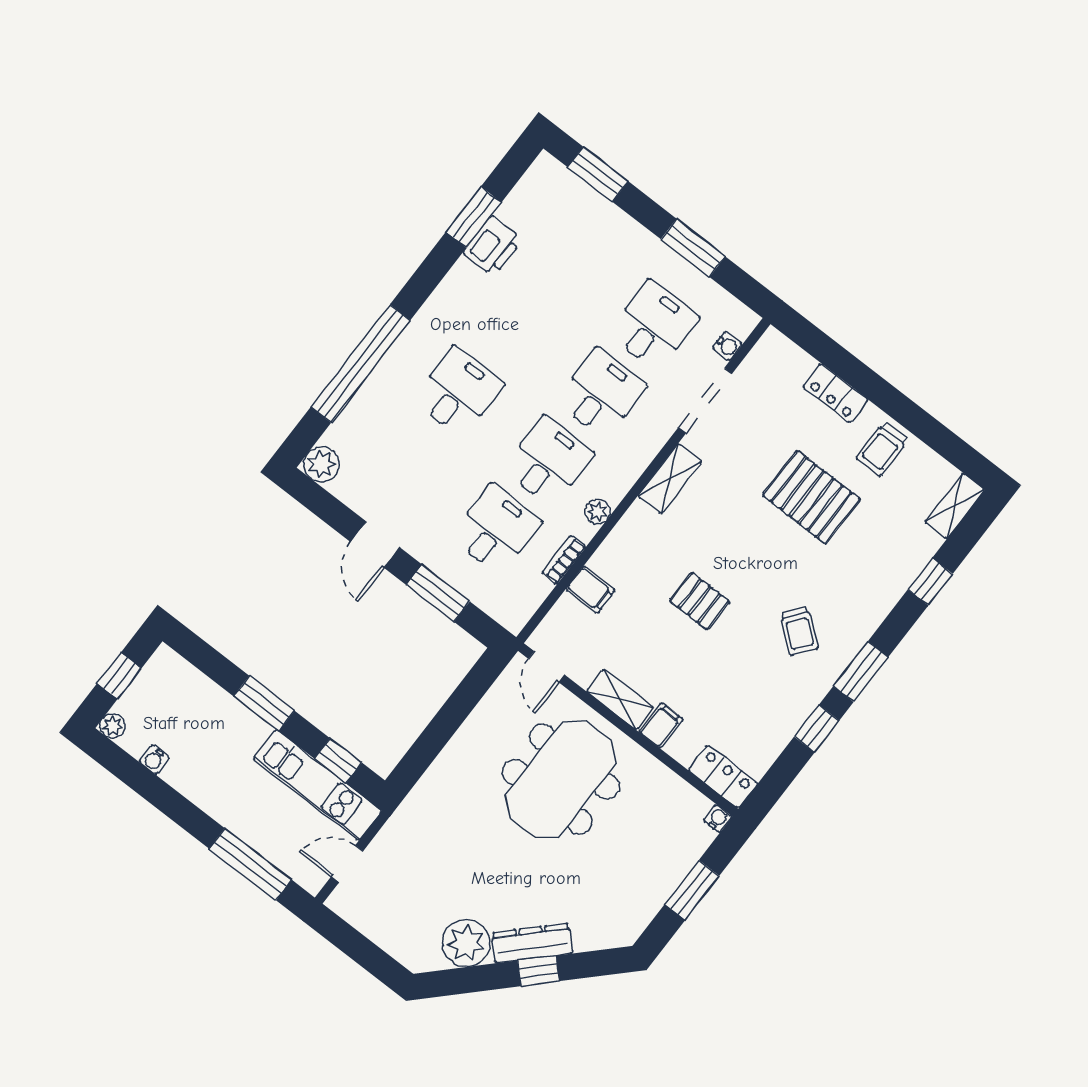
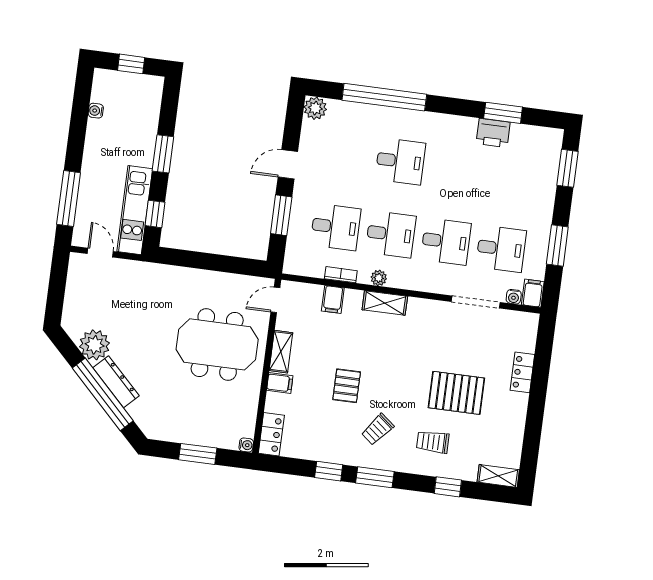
filing cabinet: (738, 318) -> (533, 293), added
trolley: (882, 449) -> (433, 442), moved
shelving: (670, 479) -> (385, 303), moved
pallet: (811, 497) -> (456, 393), turned 90
pallet: (699, 601) -> (347, 386), moved
plant: (113, 726) -> (101, 76), removed
window: (538, 971) -> (103, 394), width x3.17

